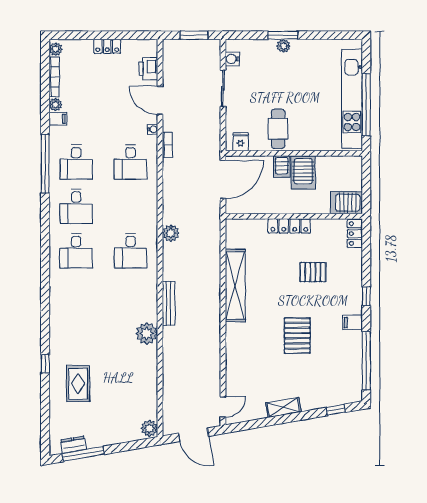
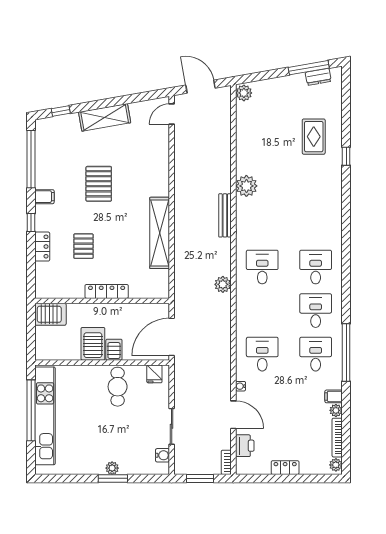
bookcase: (167, 145) -> (226, 462), moved
locker: (355, 234) -> (42, 247), moved
pallet: (313, 272) -> (83, 246), turned 90
shelving: (283, 407) -> (105, 117), width x1.50, depth x1.33

